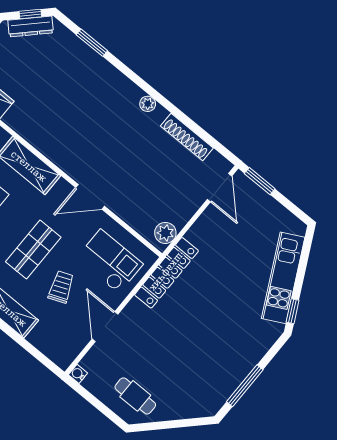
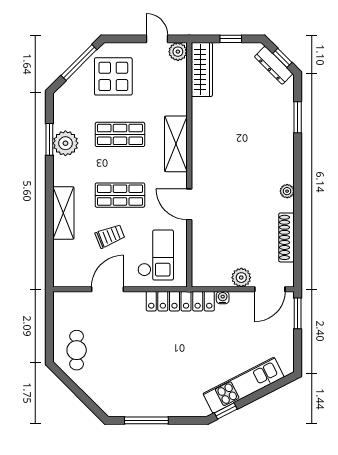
plant: (165, 233) -> (241, 278), moved
water cooler: (78, 374) -> (223, 298), moved

